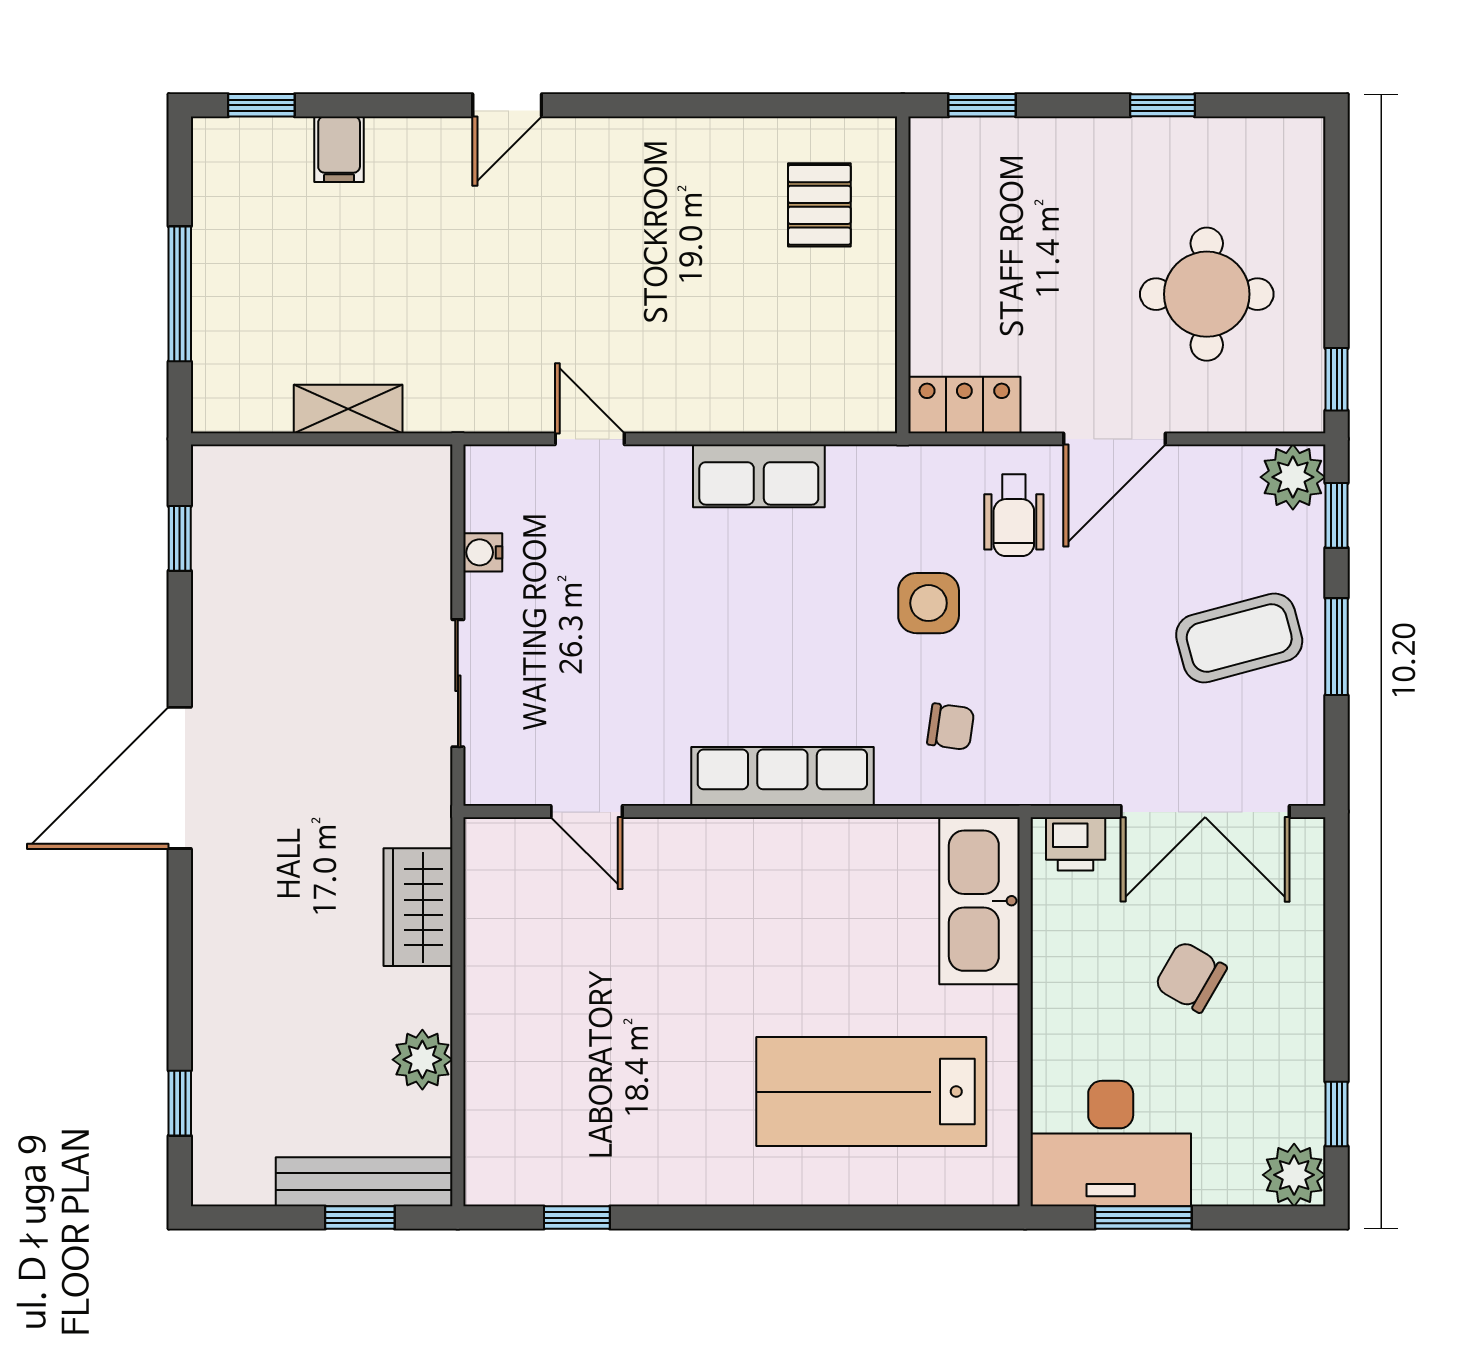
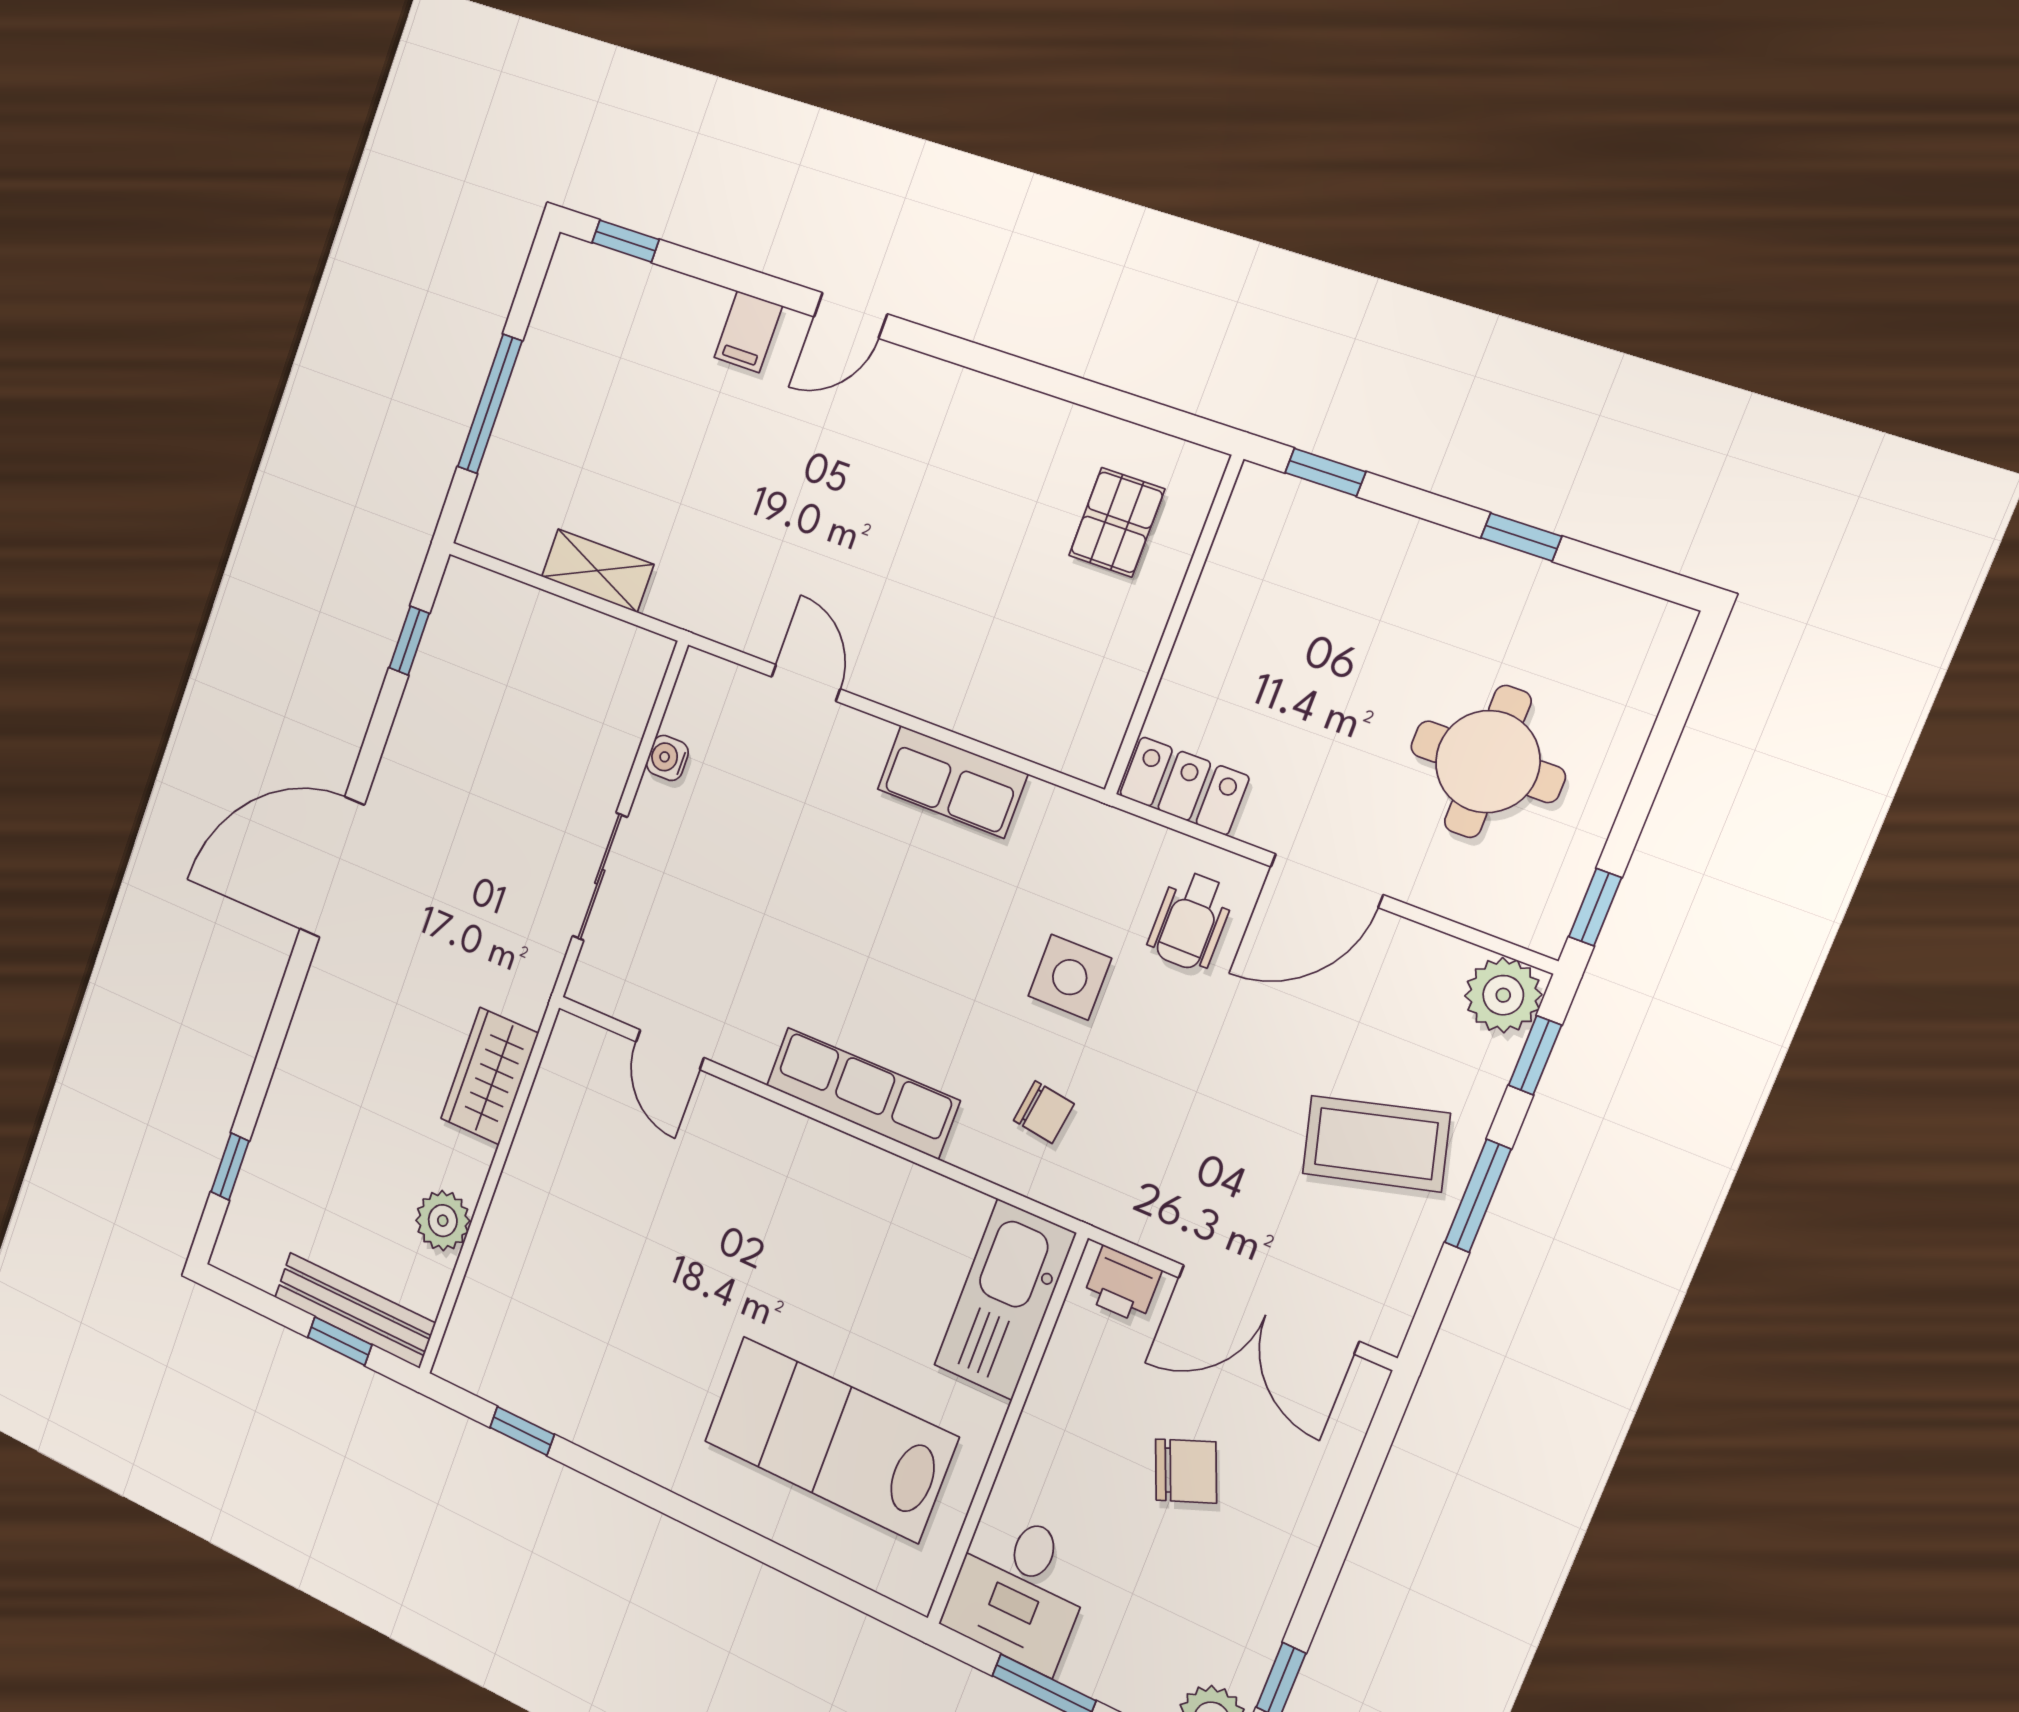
filing cabinet: (339, 149) -> (748, 332), moved
chair: (1191, 977) -> (1186, 1471), turned 128
desk: (1111, 1144) -> (1019, 1590), width x0.73

